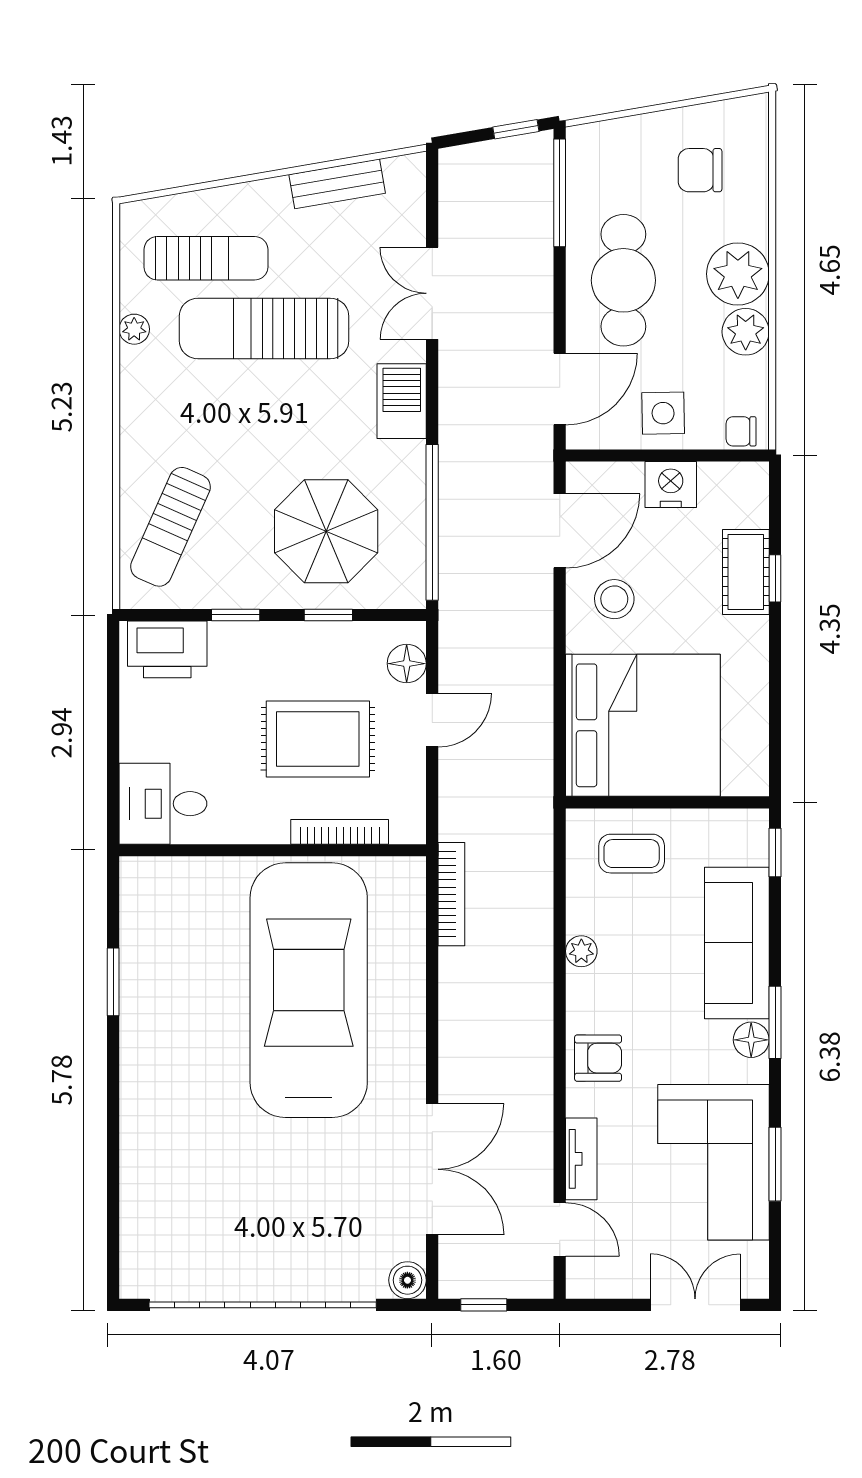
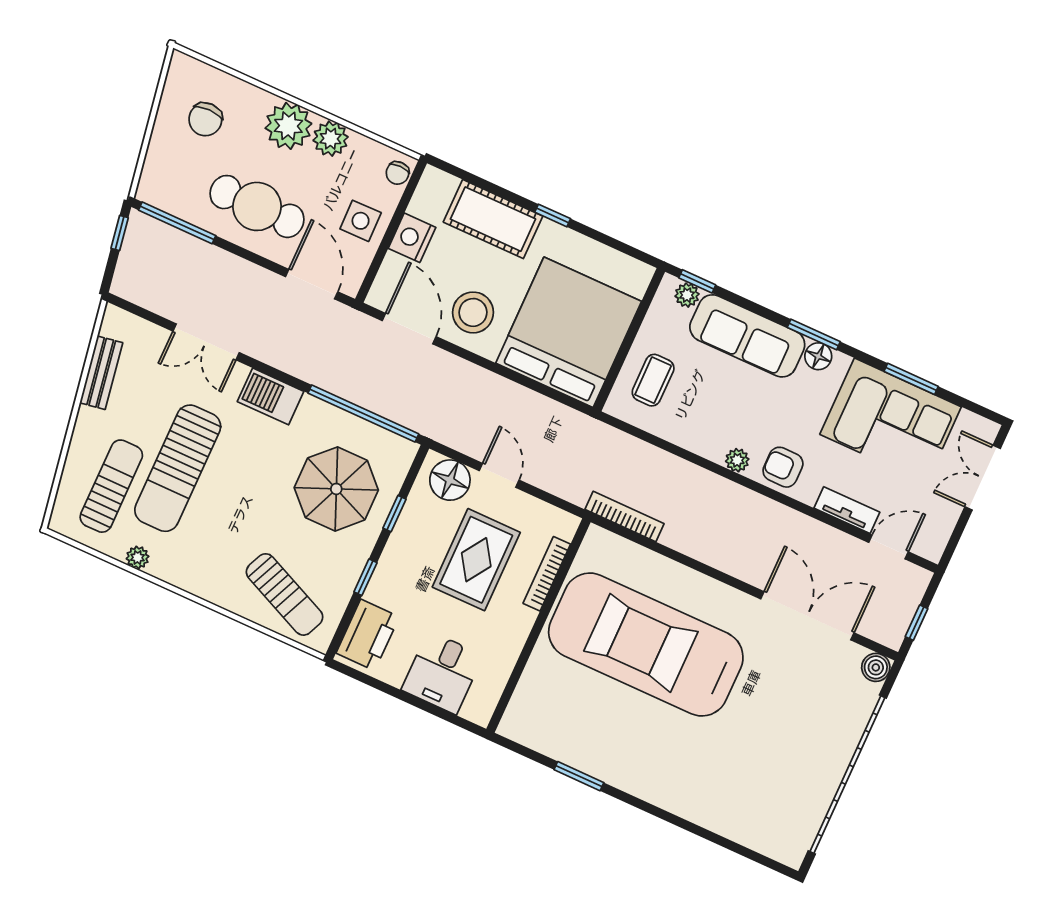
cot: (746, 572) -> (493, 219), width x1.37, depth x1.34
window: (775, 578) -> (553, 215), moved
stool: (614, 599) -> (473, 312), width x1.38, depth x1.38
floor lamp: (407, 664) -> (450, 480), width x1.38, depth x1.38
desk: (163, 804) -> (442, 673), moved
plant: (753, 848) -> (687, 295), added
plant: (581, 951) -> (737, 460), moved
armchair: (598, 1058) -> (783, 467), turned -90

